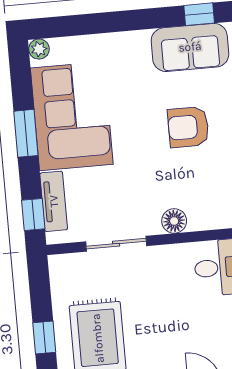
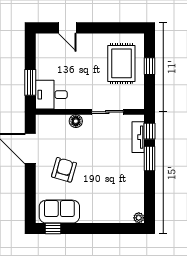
corner sofa: (72, 116) -> (125, 181), removed
armchair: (188, 127) -> (64, 170), turned -74
window: (26, 133) -> (150, 159), moved

